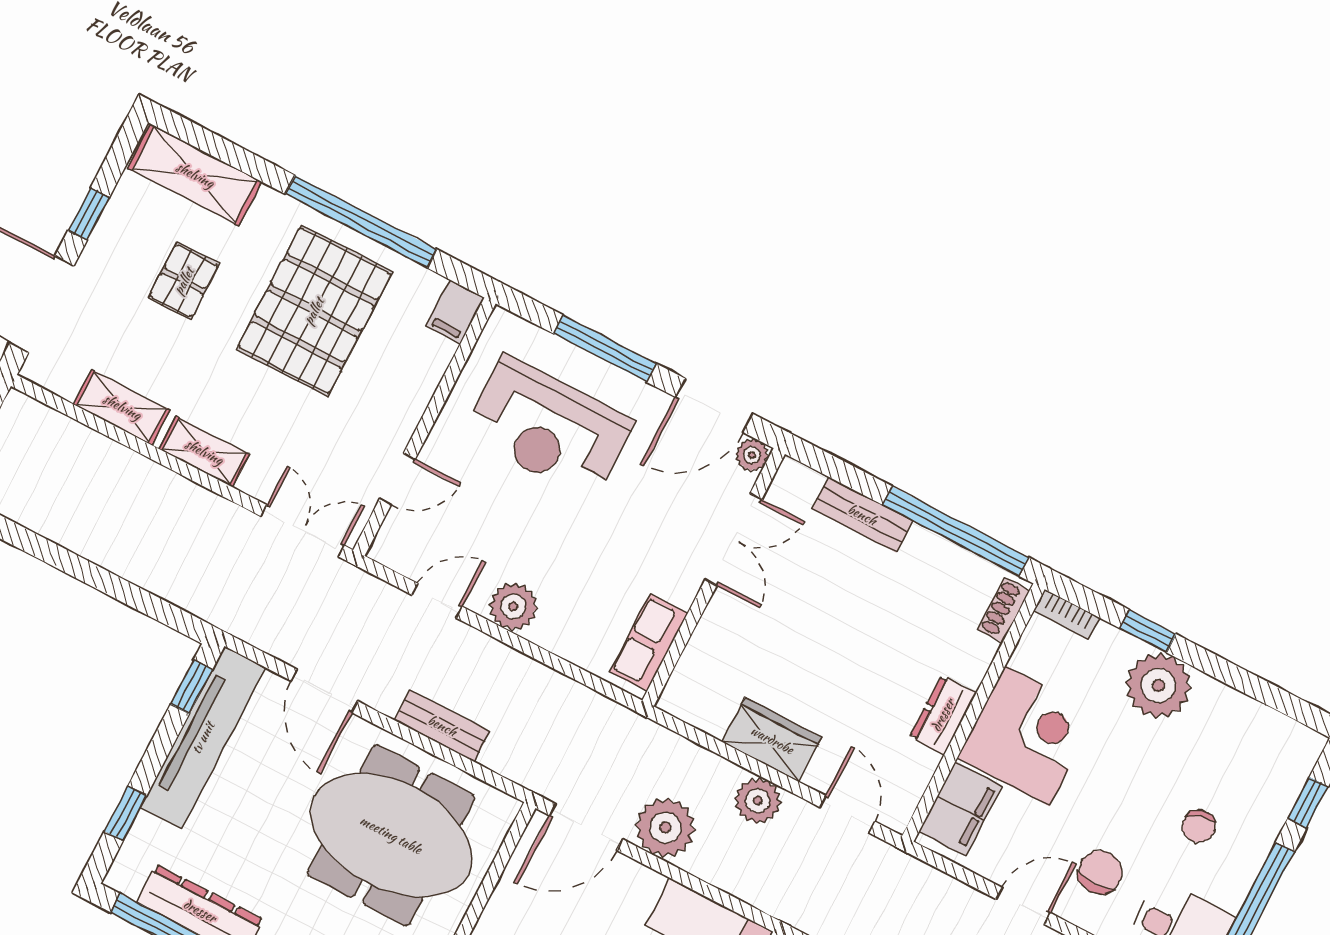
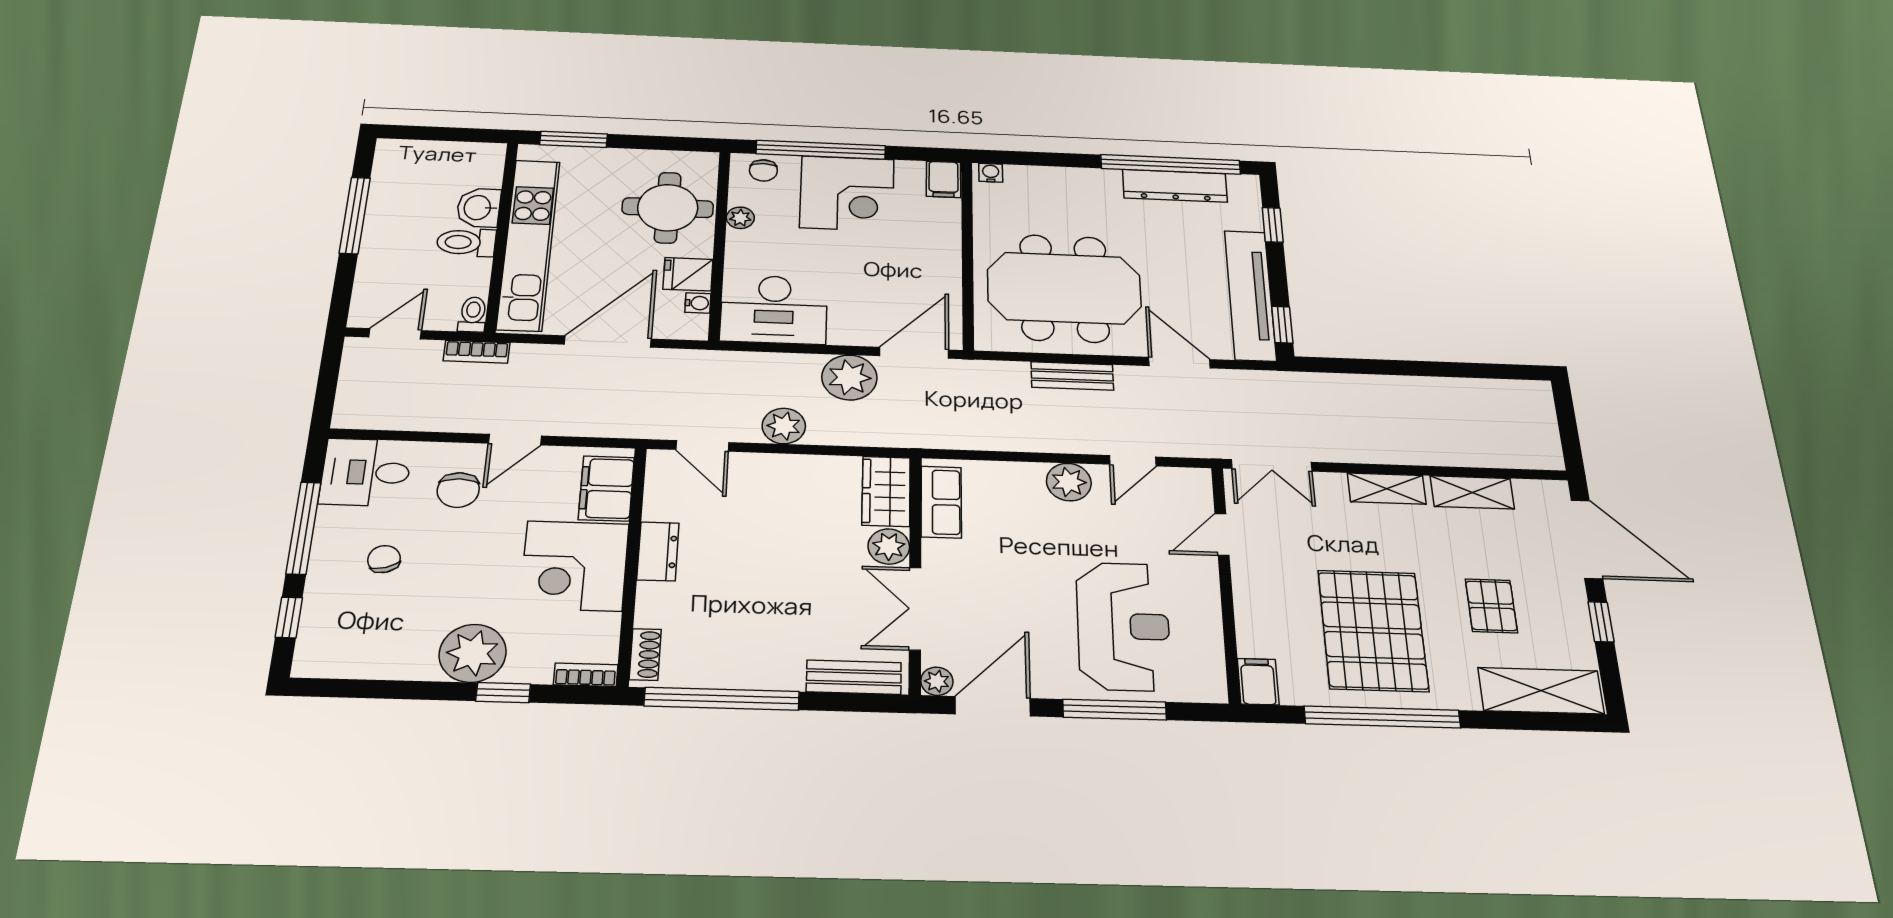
reception desk: (548, 428) -> (1123, 626), turned 90
bench: (862, 515) -> (854, 677), moved
plant: (724, 618) -> (889, 547), added
wardrobe: (772, 740) -> (886, 491), moved, turned 90

